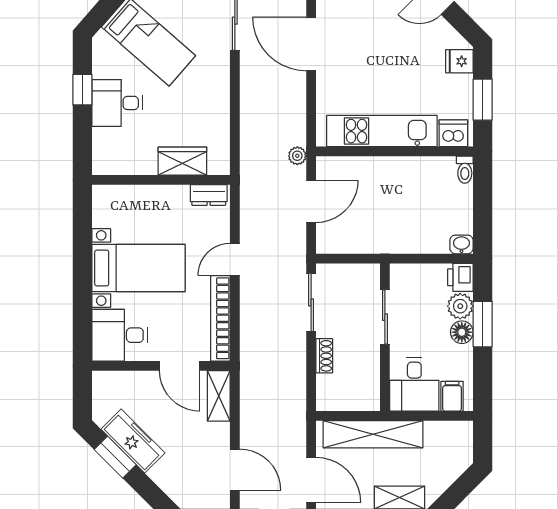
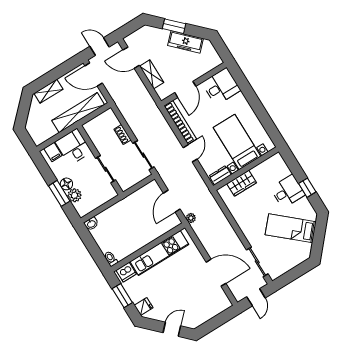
bed with nightstands: (138, 268) -> (237, 142), moved, turned 90
printer: (460, 277) -> (83, 209), removed
door: (180, 366) -> (185, 89), swing flipped
shelving: (219, 396) -> (152, 74), moved
window: (115, 457) -> (174, 26), moved

